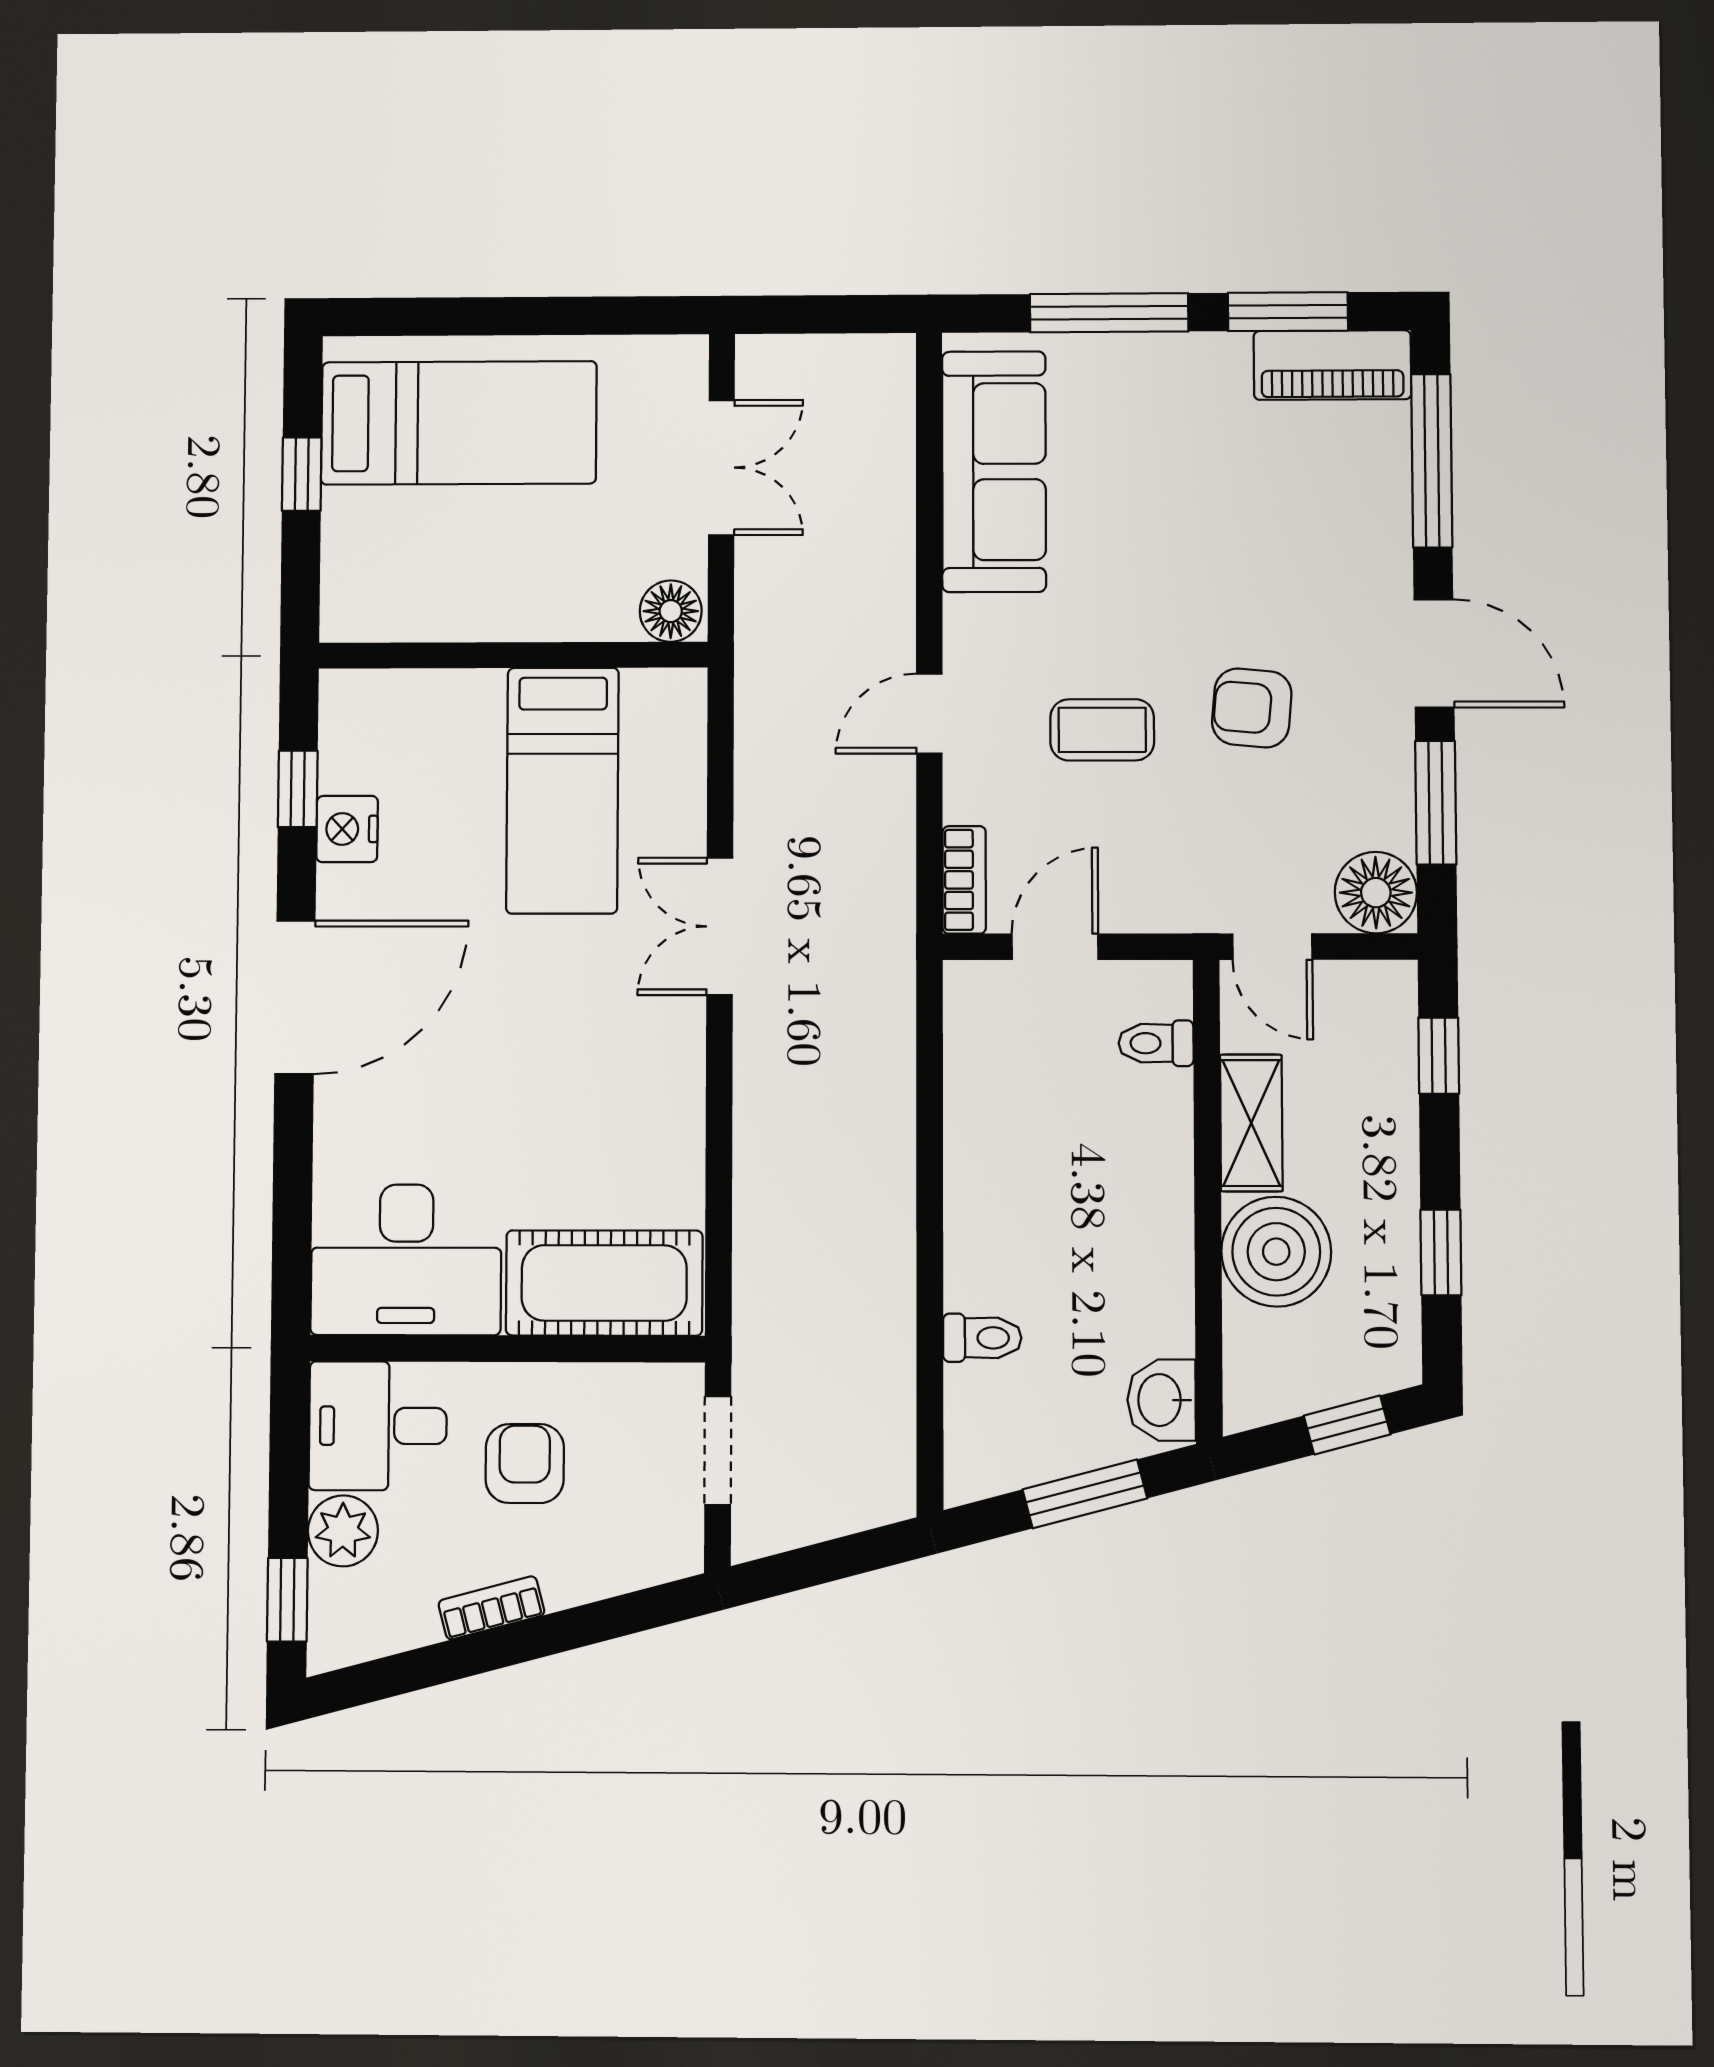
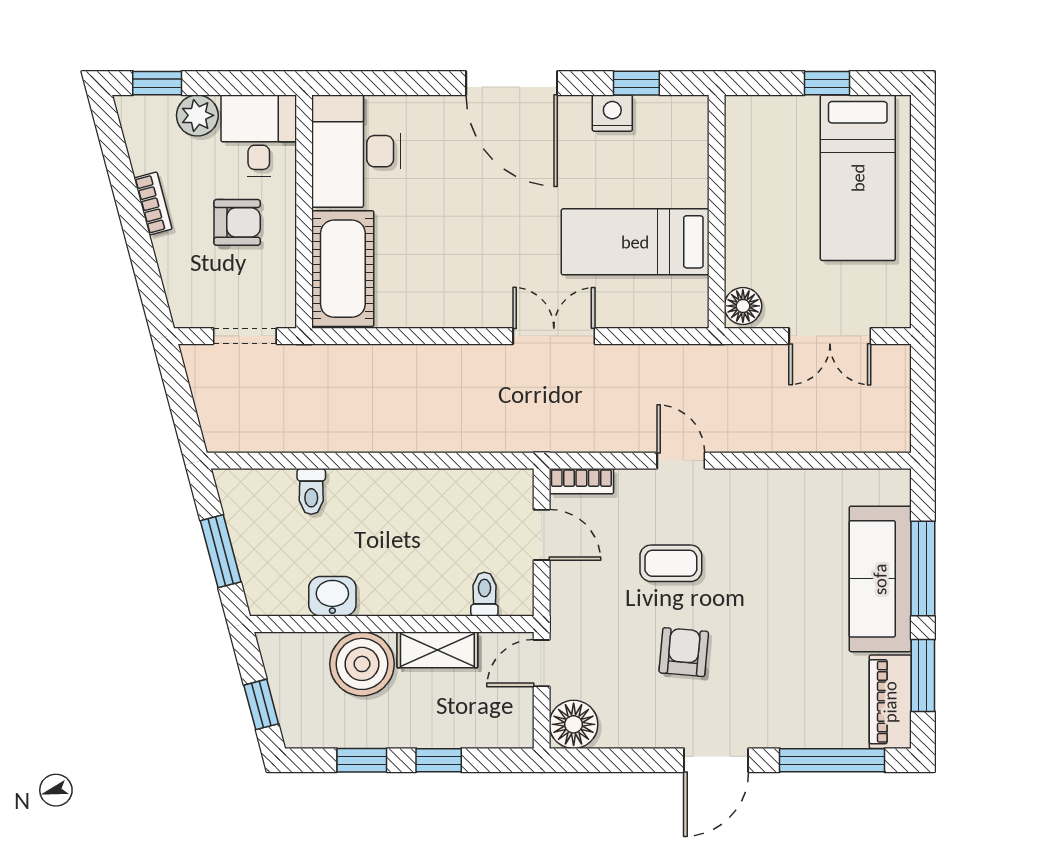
sofa: (994, 472) -> (880, 579), moved, turned 90
coffee table: (1102, 730) -> (671, 563), turned 90
window: (1436, 803) -> (627, 760), removed
window: (1439, 1056) -> (439, 760), moved
washbasin: (1162, 1400) -> (332, 596), moved

